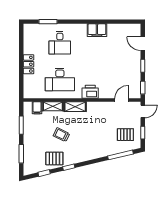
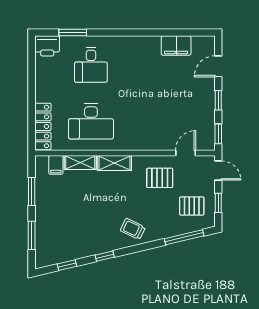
filing cabinet: (97, 30) -> (176, 46), moved
door: (143, 44) -> (218, 66), hinge flipped
locker: (28, 64) -> (43, 126), moved, width x1.53
printer: (90, 92) -> (47, 46), moved, turned 180
door: (143, 111) -> (218, 171), hinge flipped
trolley: (61, 135) -> (133, 229), moved
pallet: (54, 158) -> (160, 178), moved

